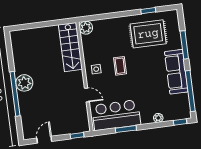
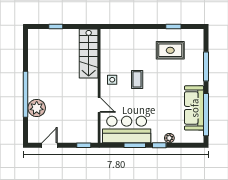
window: (35, 25) -> (56, 27), added
plant: (86, 28) -> (107, 36), removed
rug: (148, 34) -> (170, 50), width x0.73, depth x0.70
sofa: (176, 72) -> (194, 108), moved
plant: (24, 83) -> (37, 108), moved
window: (180, 122) -> (159, 145), moved

